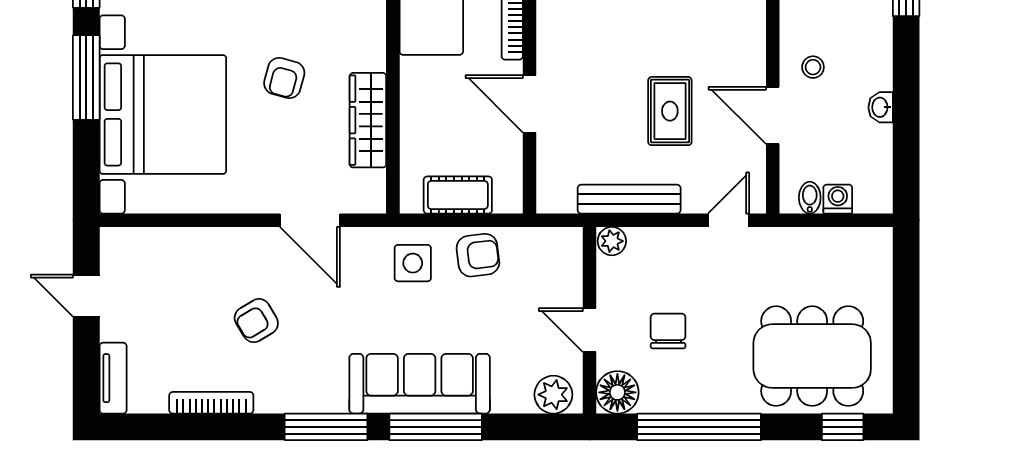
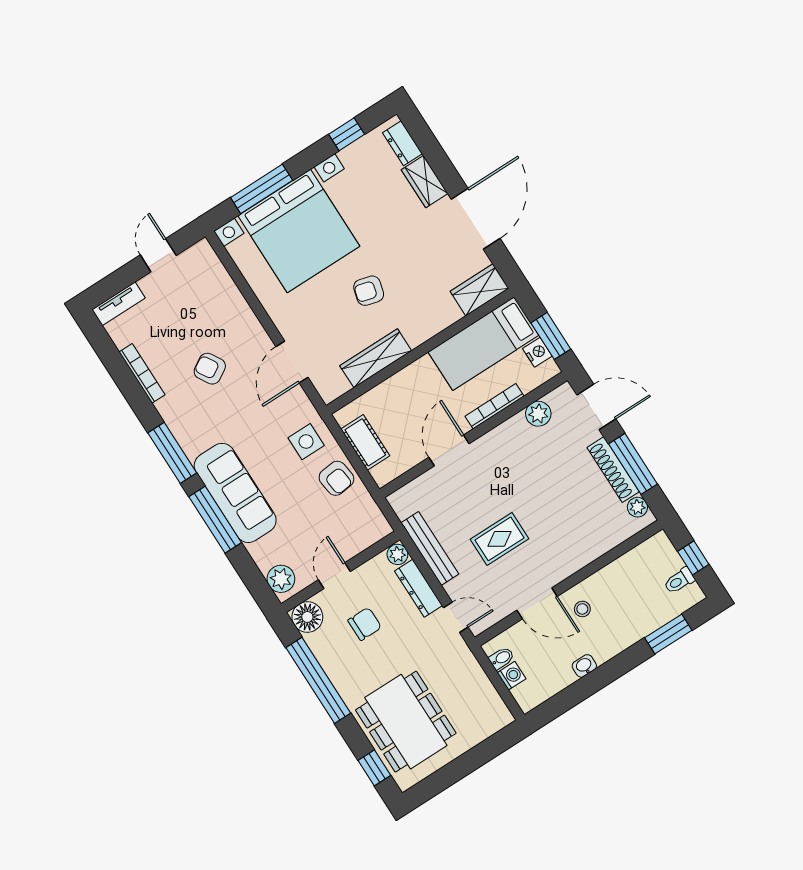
window: (86, 77) -> (262, 189), moved
door: (773, 115) -> (537, 603), swing flipped
dresser: (667, 242) -> (419, 588), added

